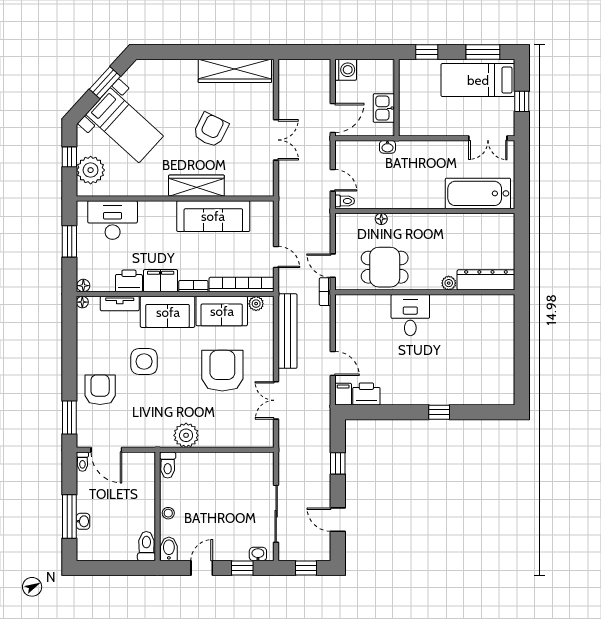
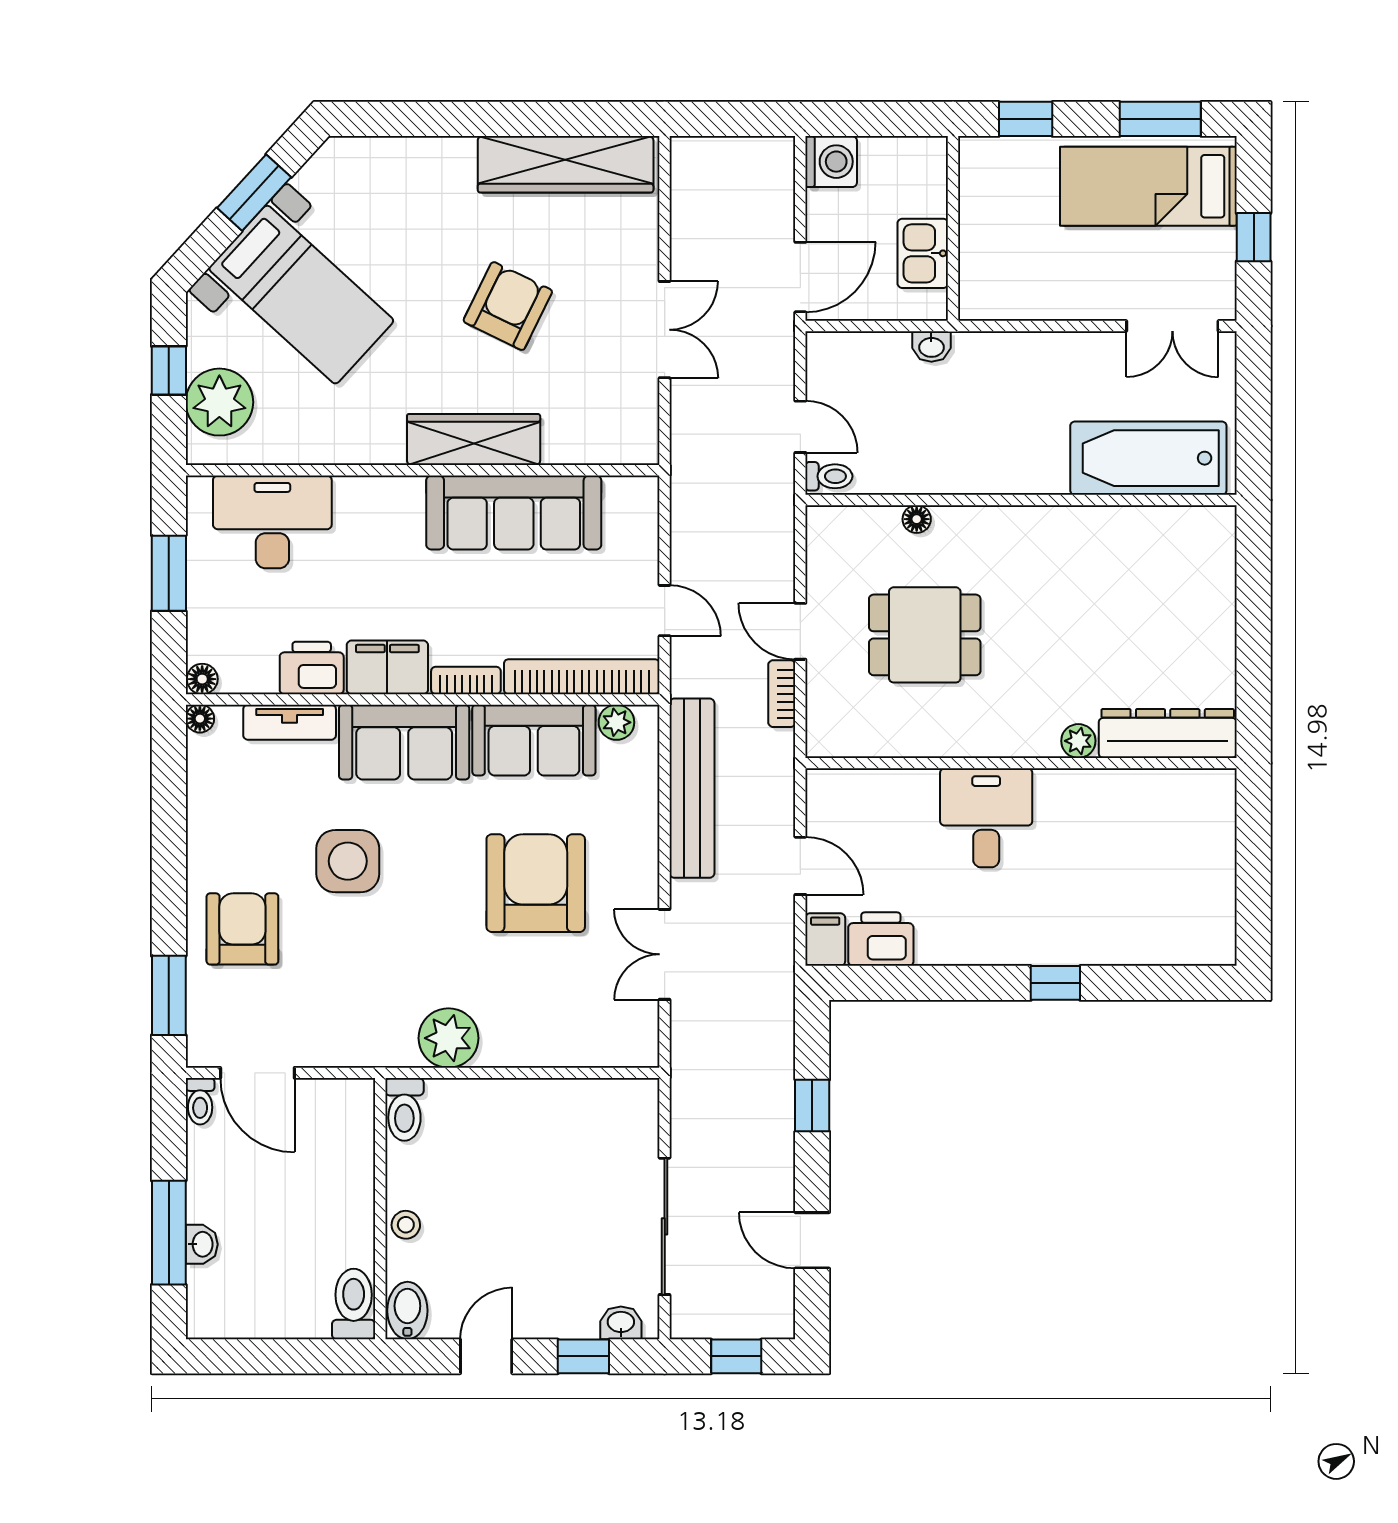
dresser: (486, 280) -> (1168, 733), moved
plant: (449, 283) -> (1078, 741), moved
wall: (425, 292) -> (1021, 763), moved
desk: (410, 315) -> (986, 818), moved

